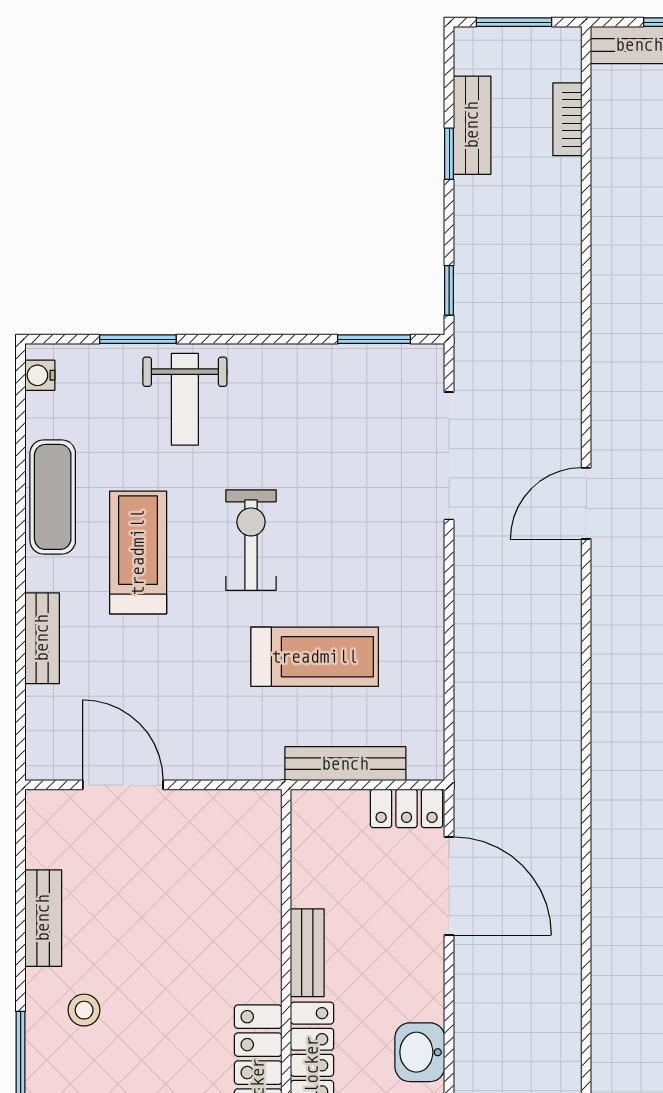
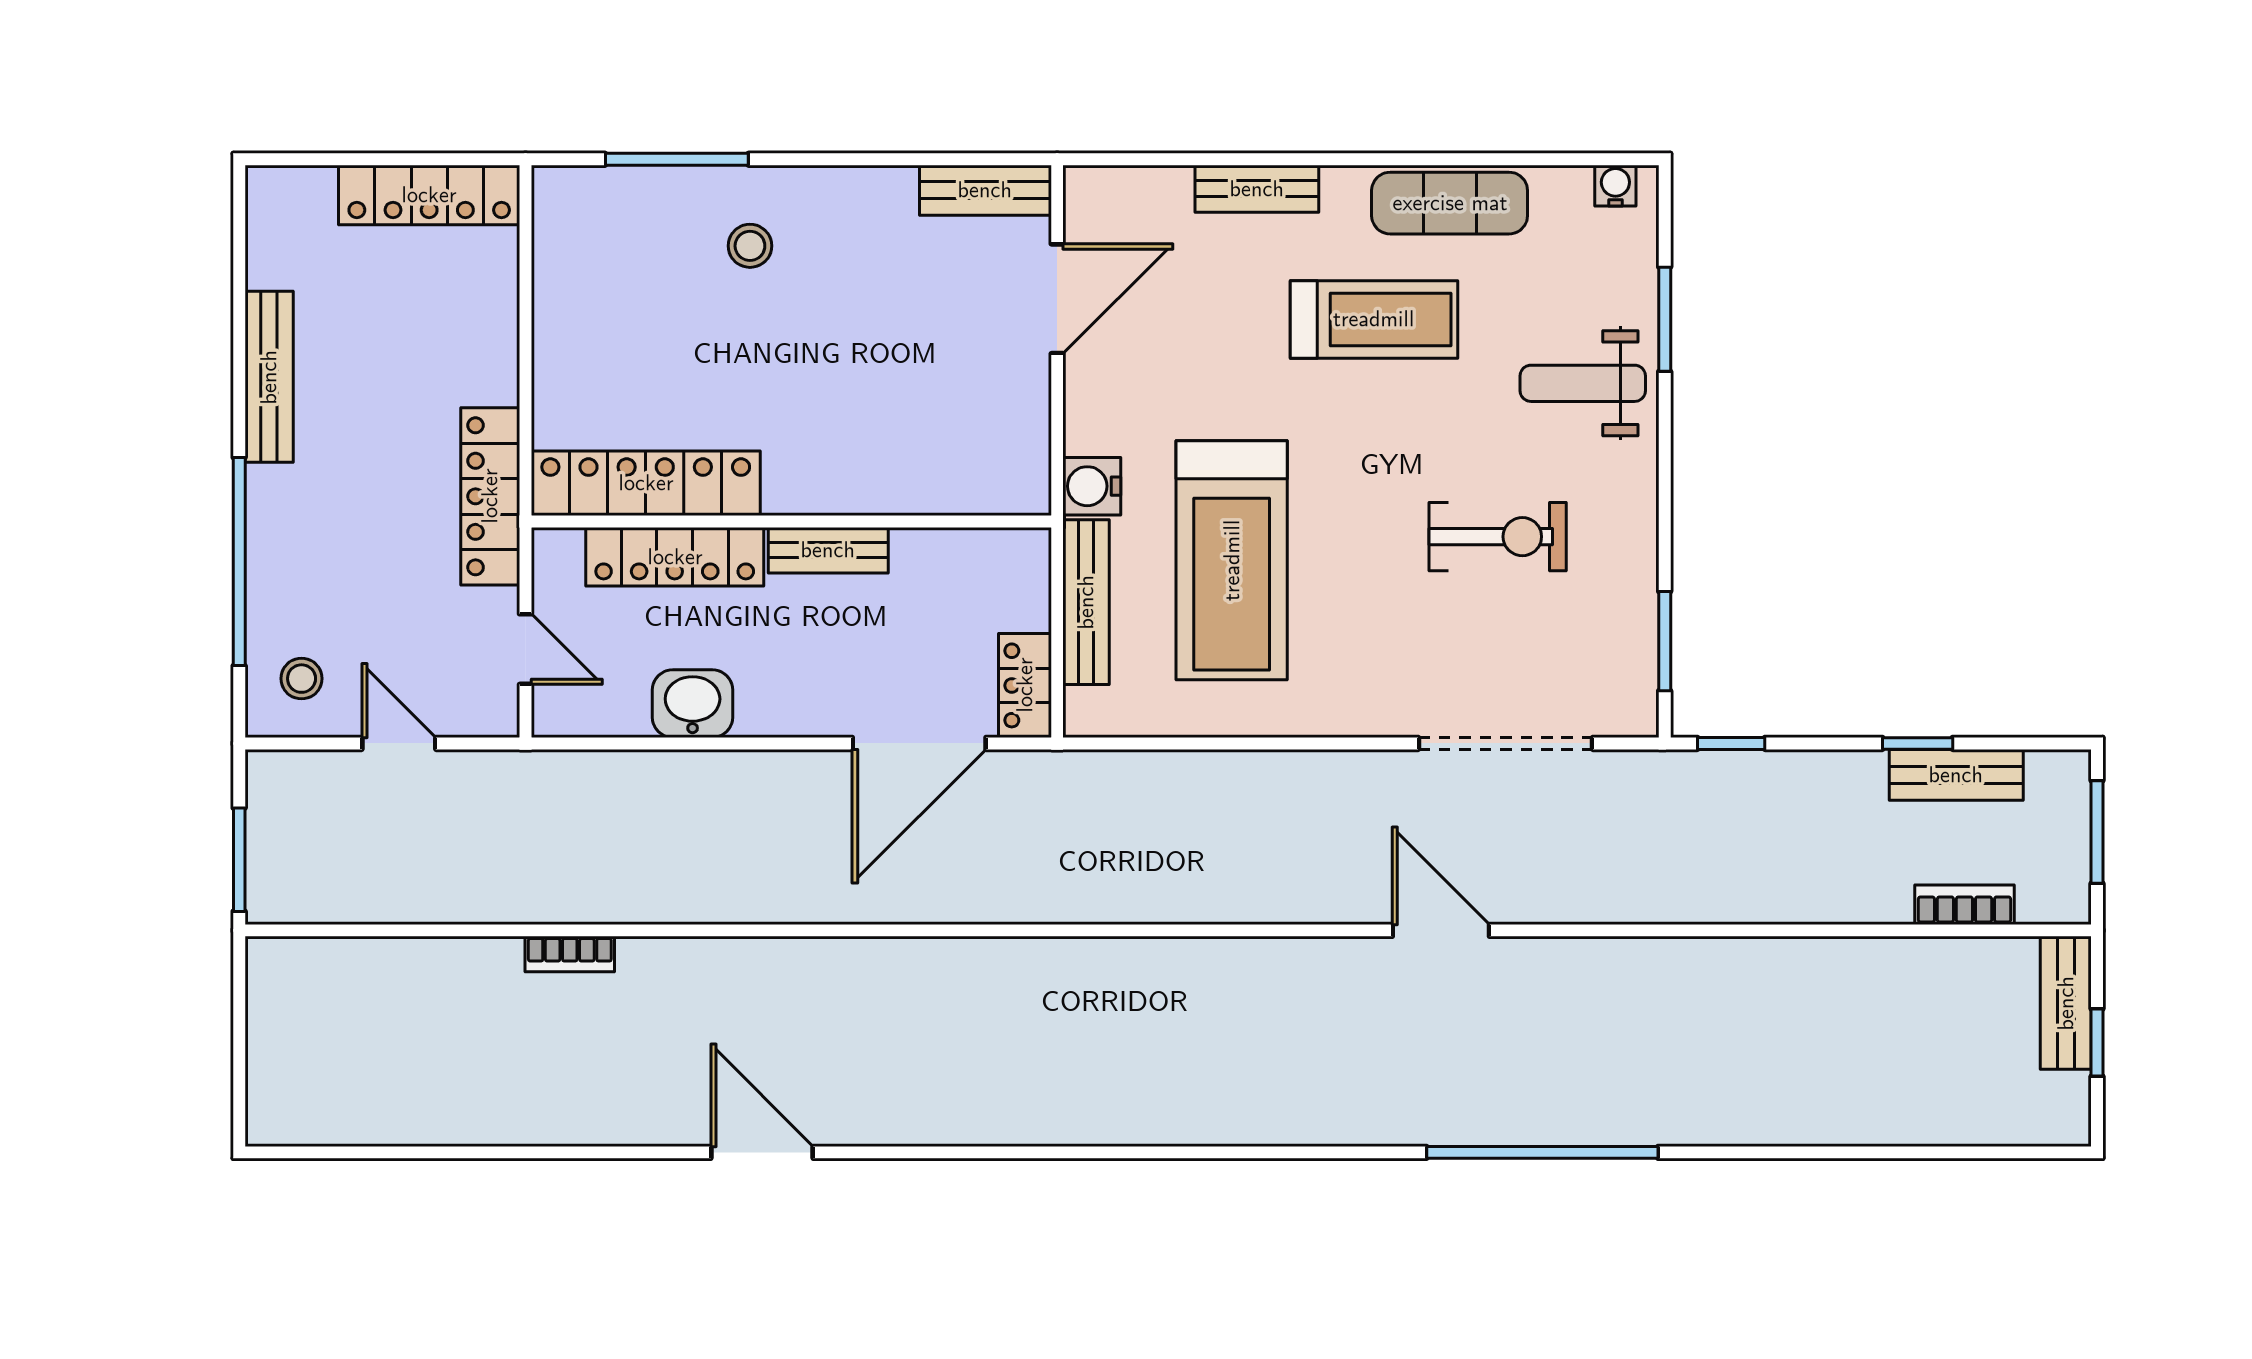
exercise bike: (251, 540) -> (1498, 537), moved
treadmill: (315, 657) -> (1232, 560), width x1.37, depth x1.38
water cooler: (260, 759) -> (1092, 486), added
bench: (43, 918) -> (985, 190), moved

